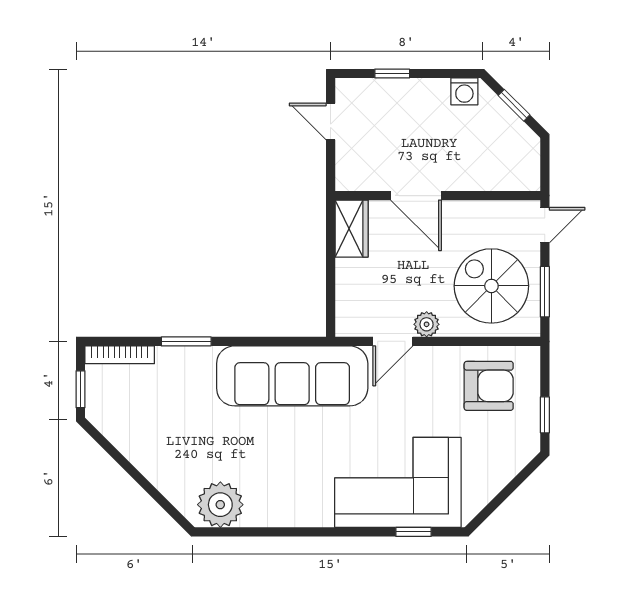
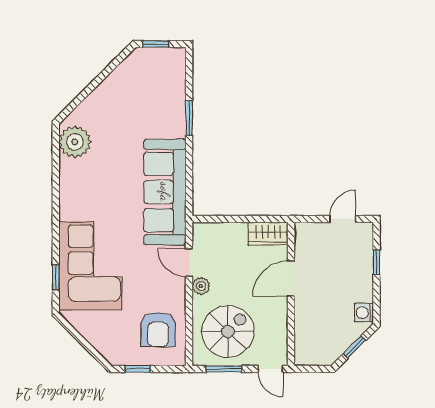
bookcase: (120, 355) -> (180, 71), removed

